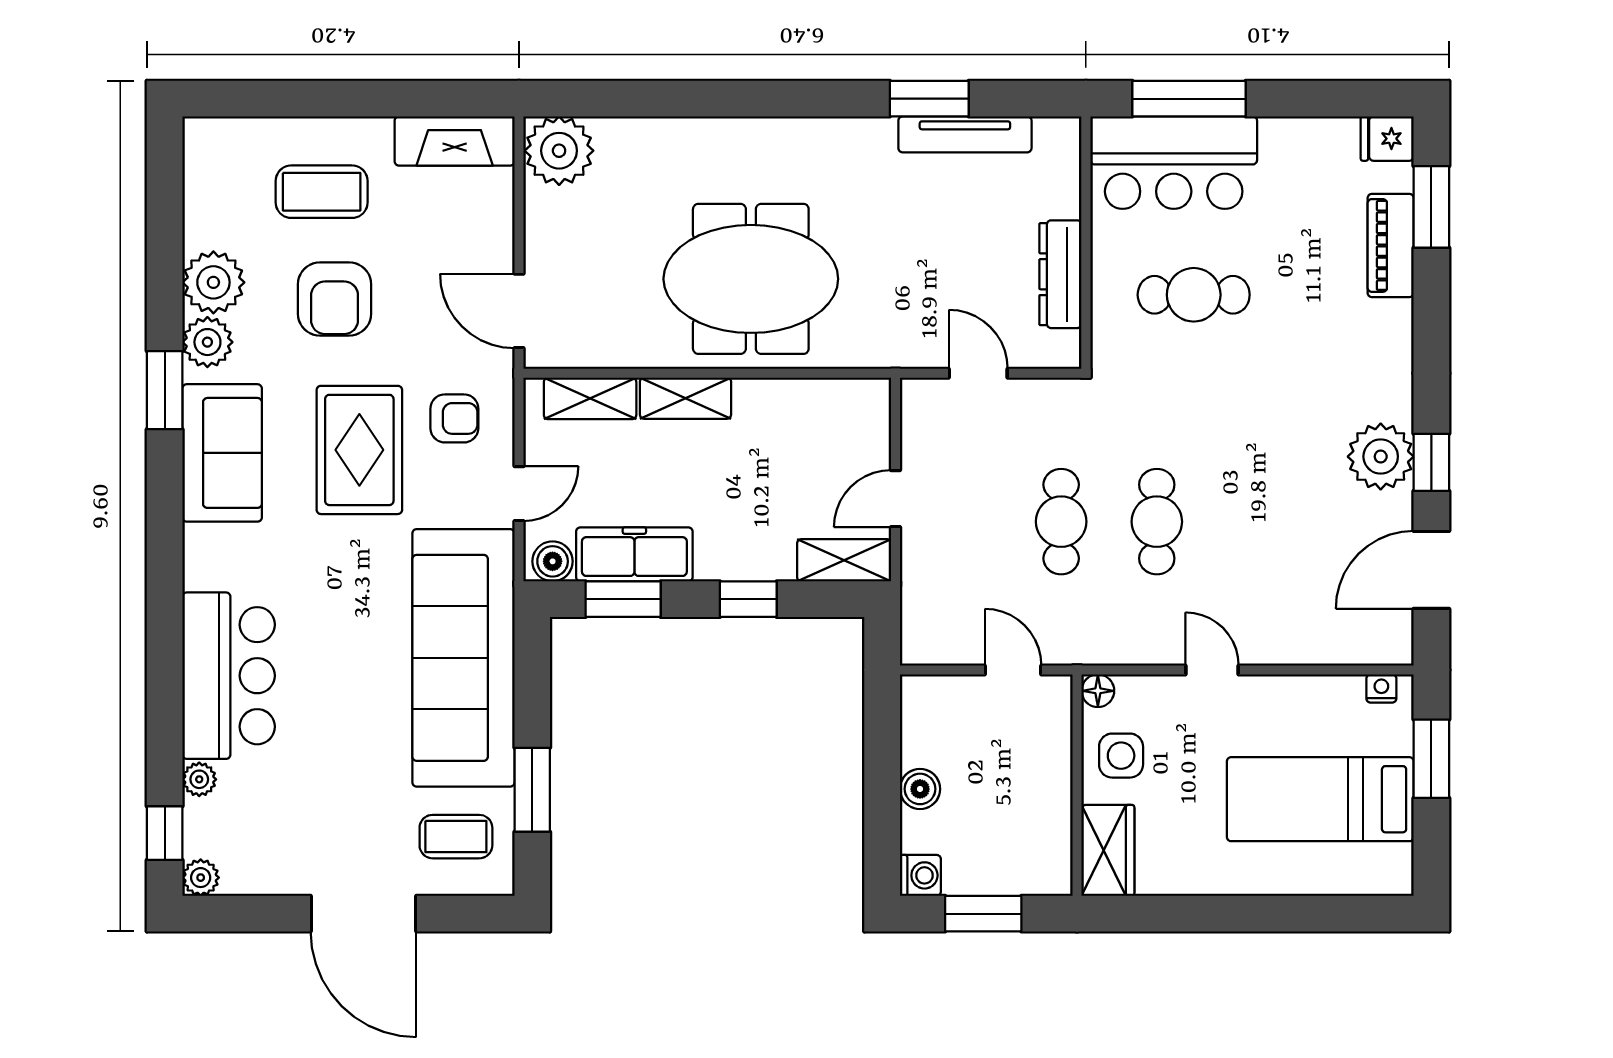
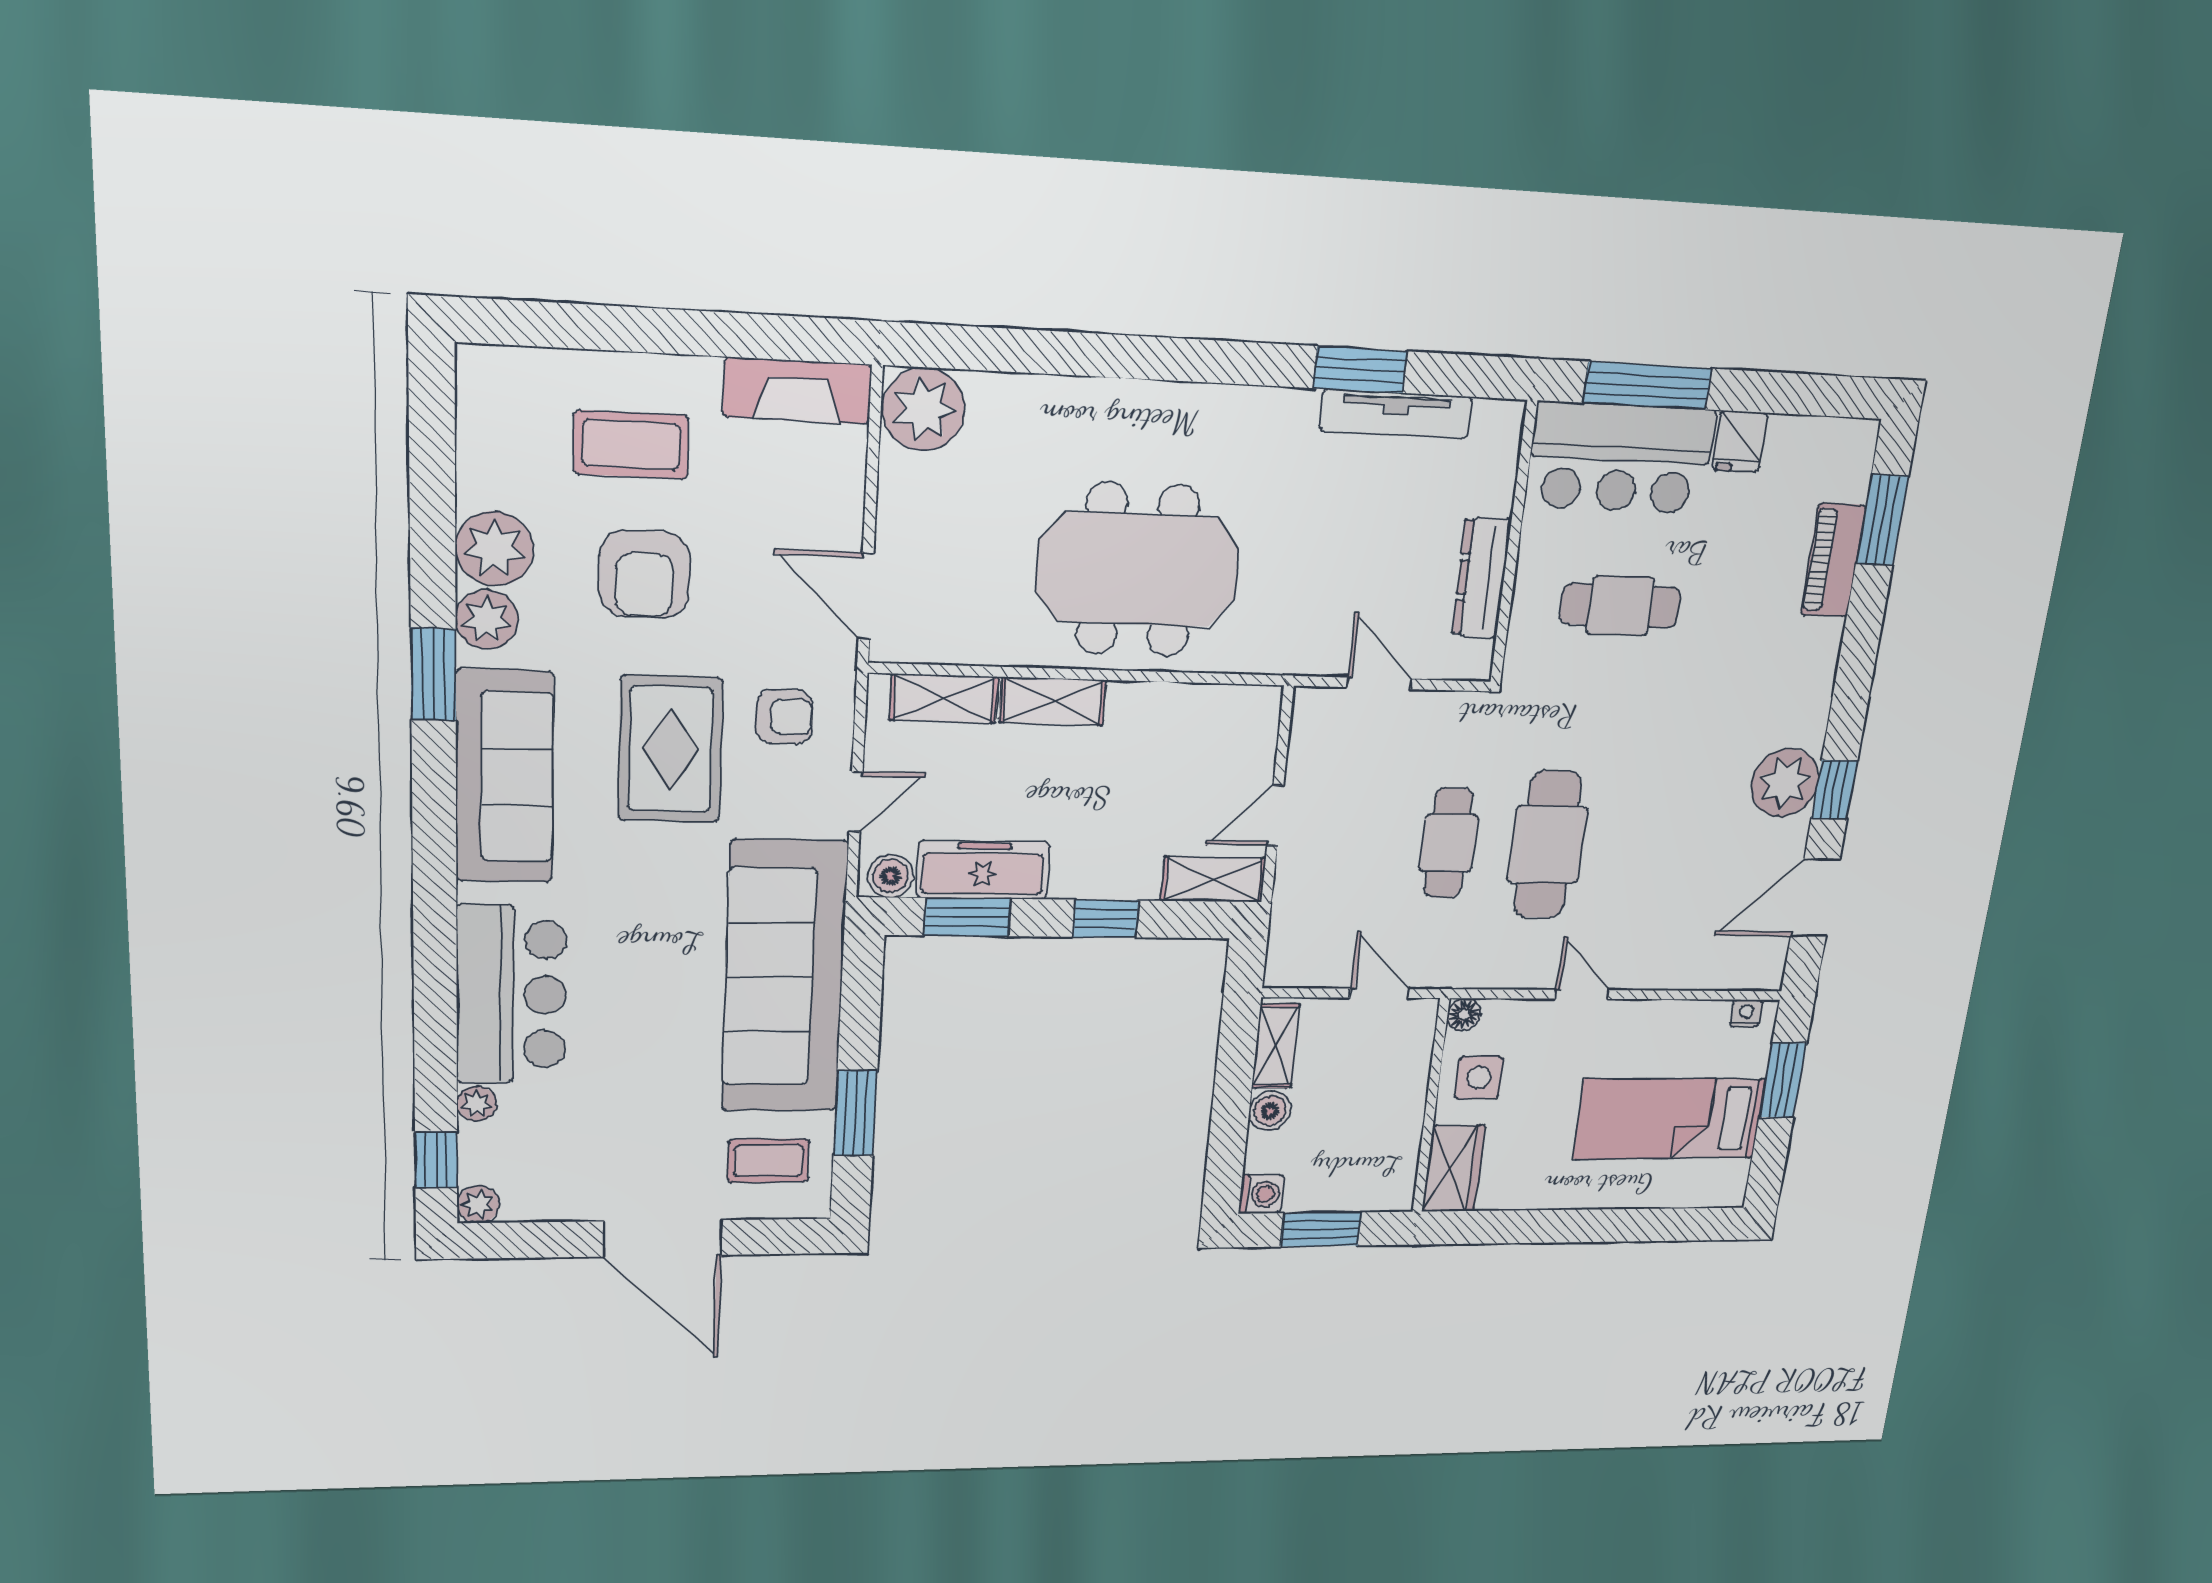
fridge: (1387, 139) -> (1740, 441), moved, turned -90
sofa: (222, 453) -> (504, 777), width x1.36
cafe table: (1157, 522) -> (1548, 845), width x1.37, depth x1.35
shelving: (919, 723) -> (1276, 1046), added

